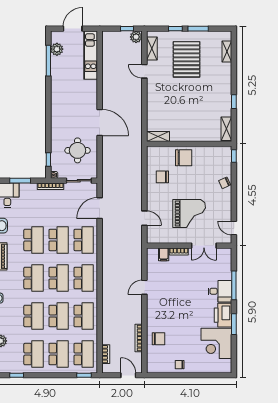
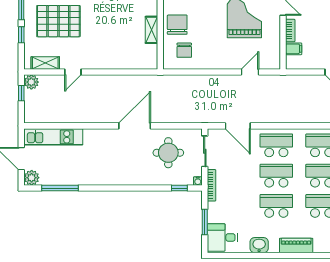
plant: (57, 49) -> (32, 178), moved
shelving: (158, 136) -> (151, 30), moved
chair: (162, 177) -> (184, 50), moved

